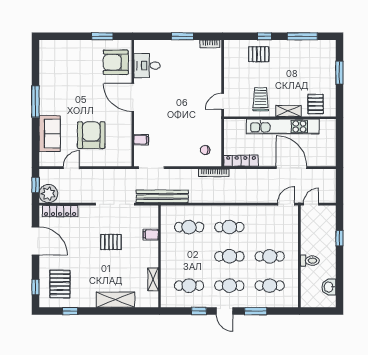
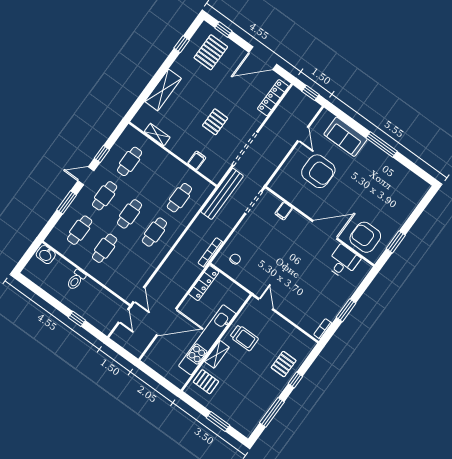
armchair: (116, 62) -> (365, 237), turned -90
plant: (48, 194) -> (295, 98), removed
pallet: (60, 284) -> (211, 52), turned 90
washbasin: (329, 287) -> (46, 255), moved, turned 180

